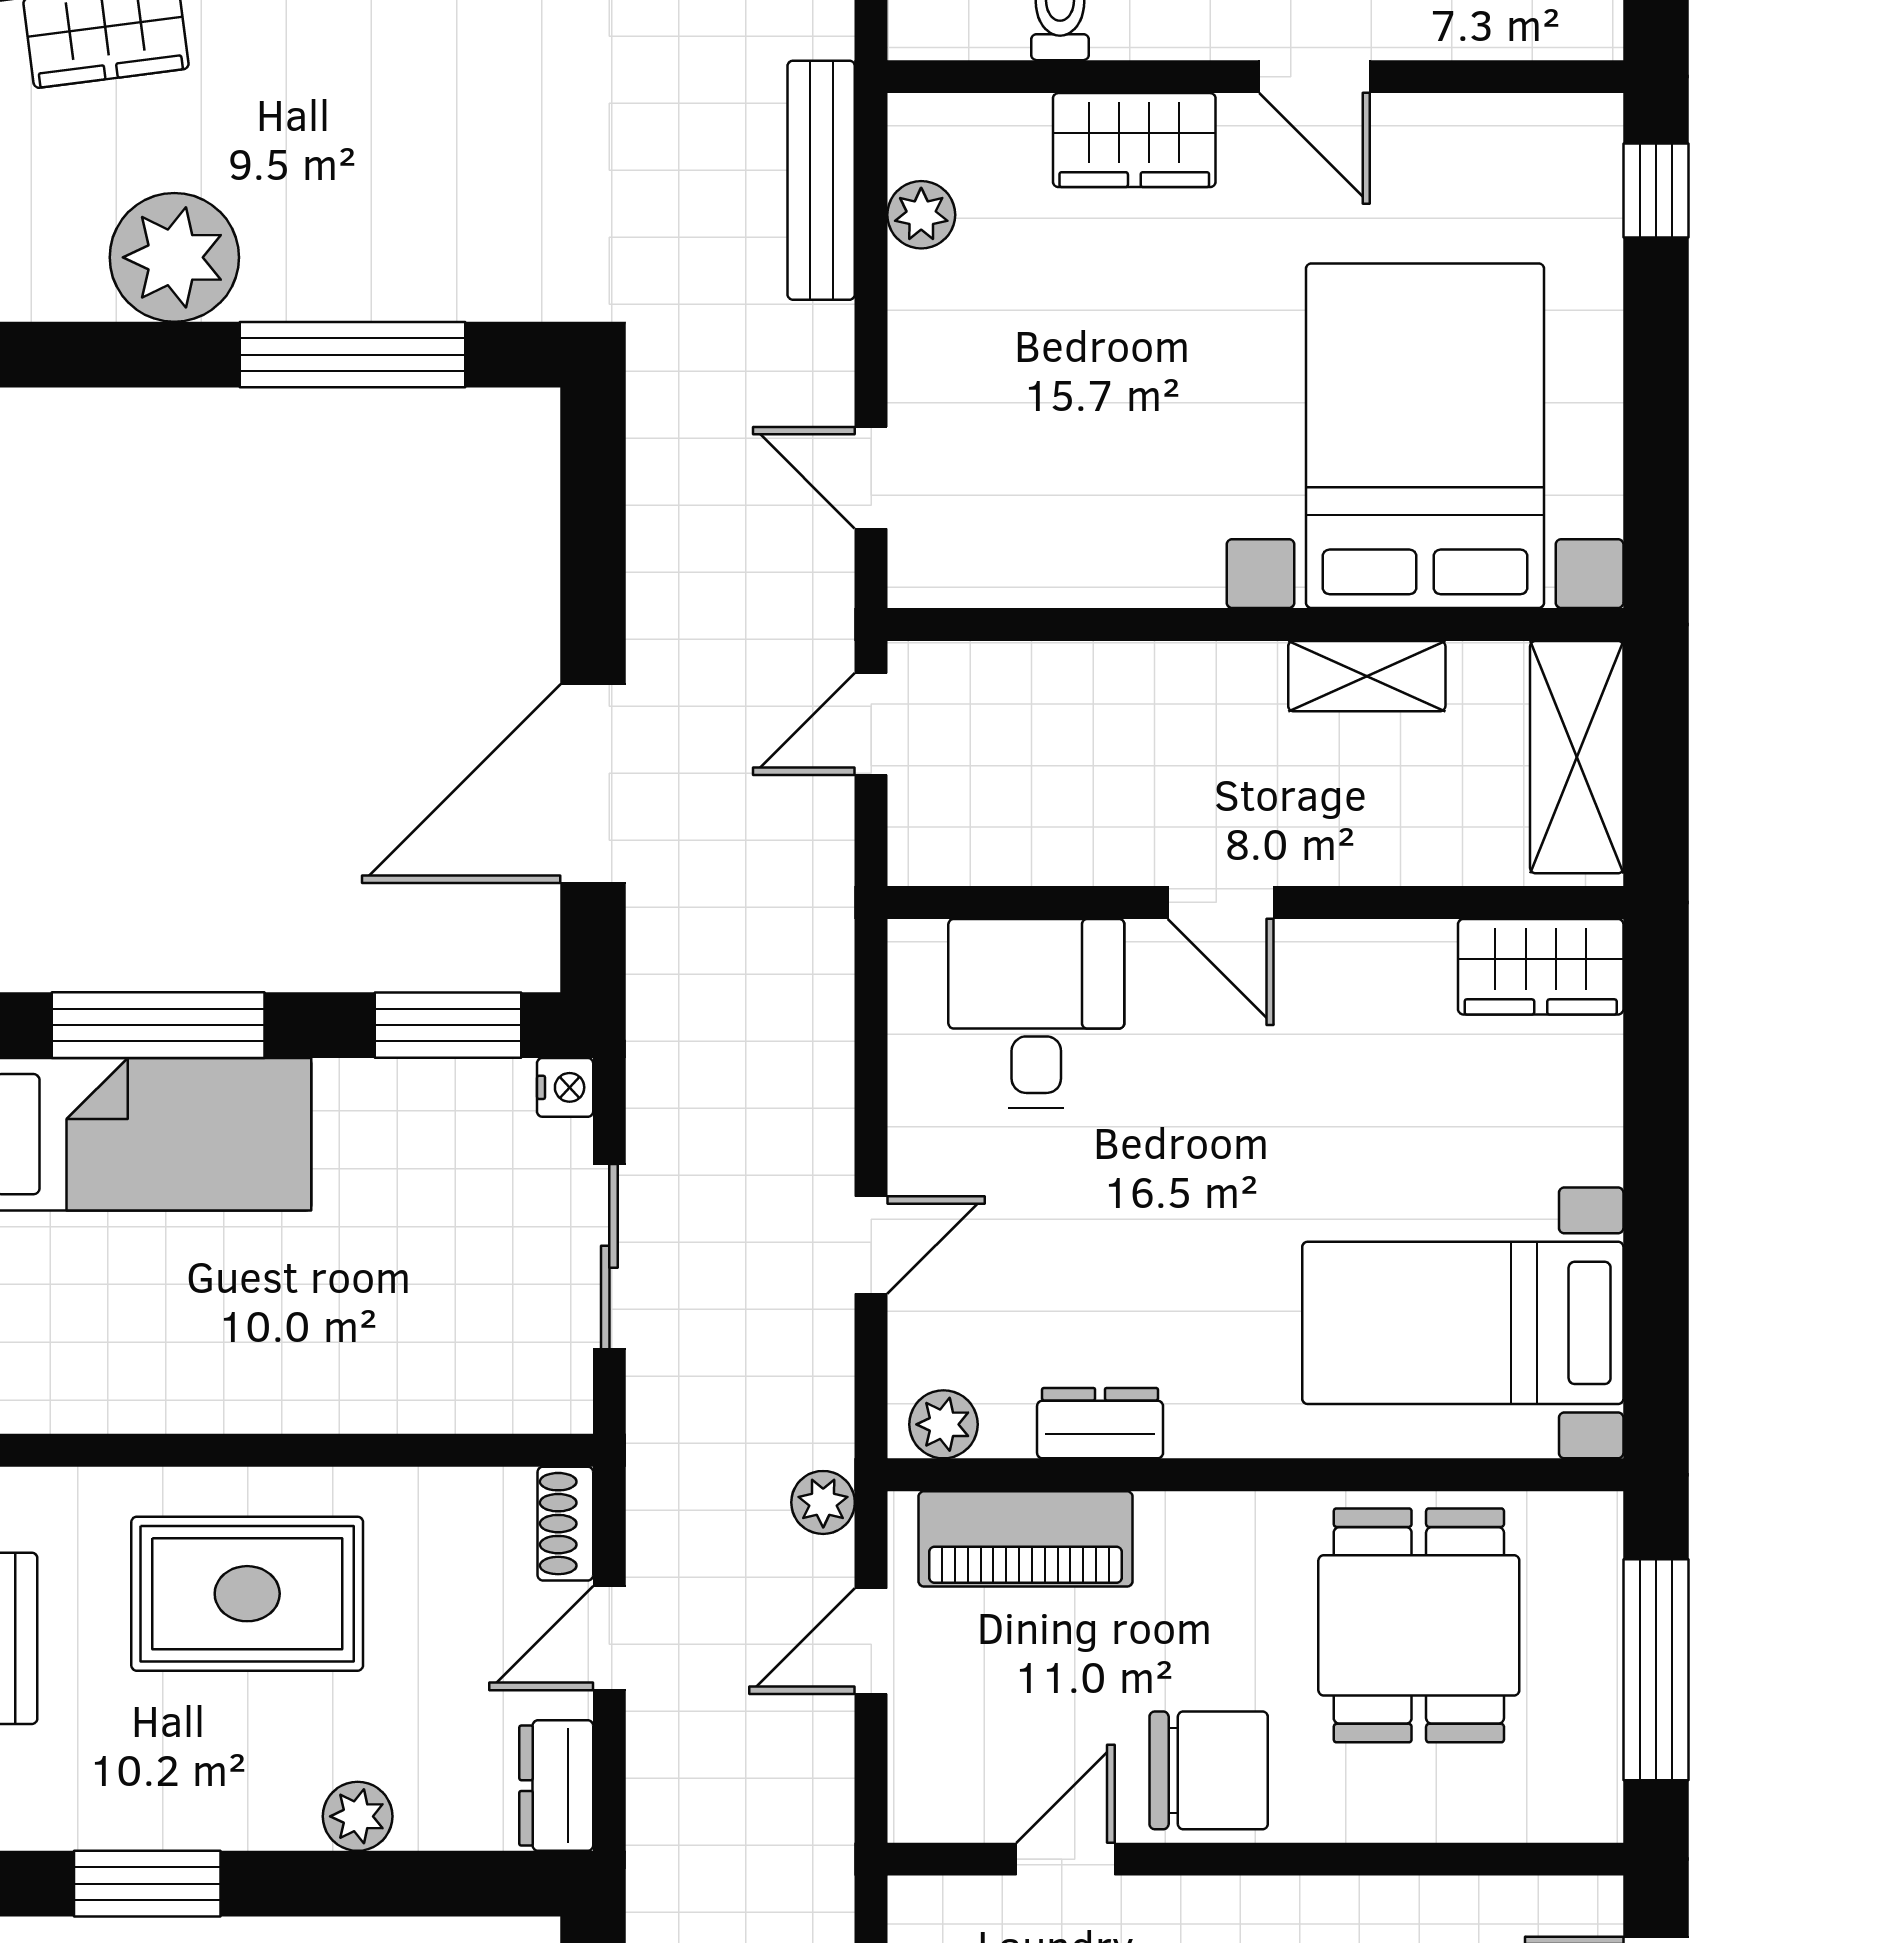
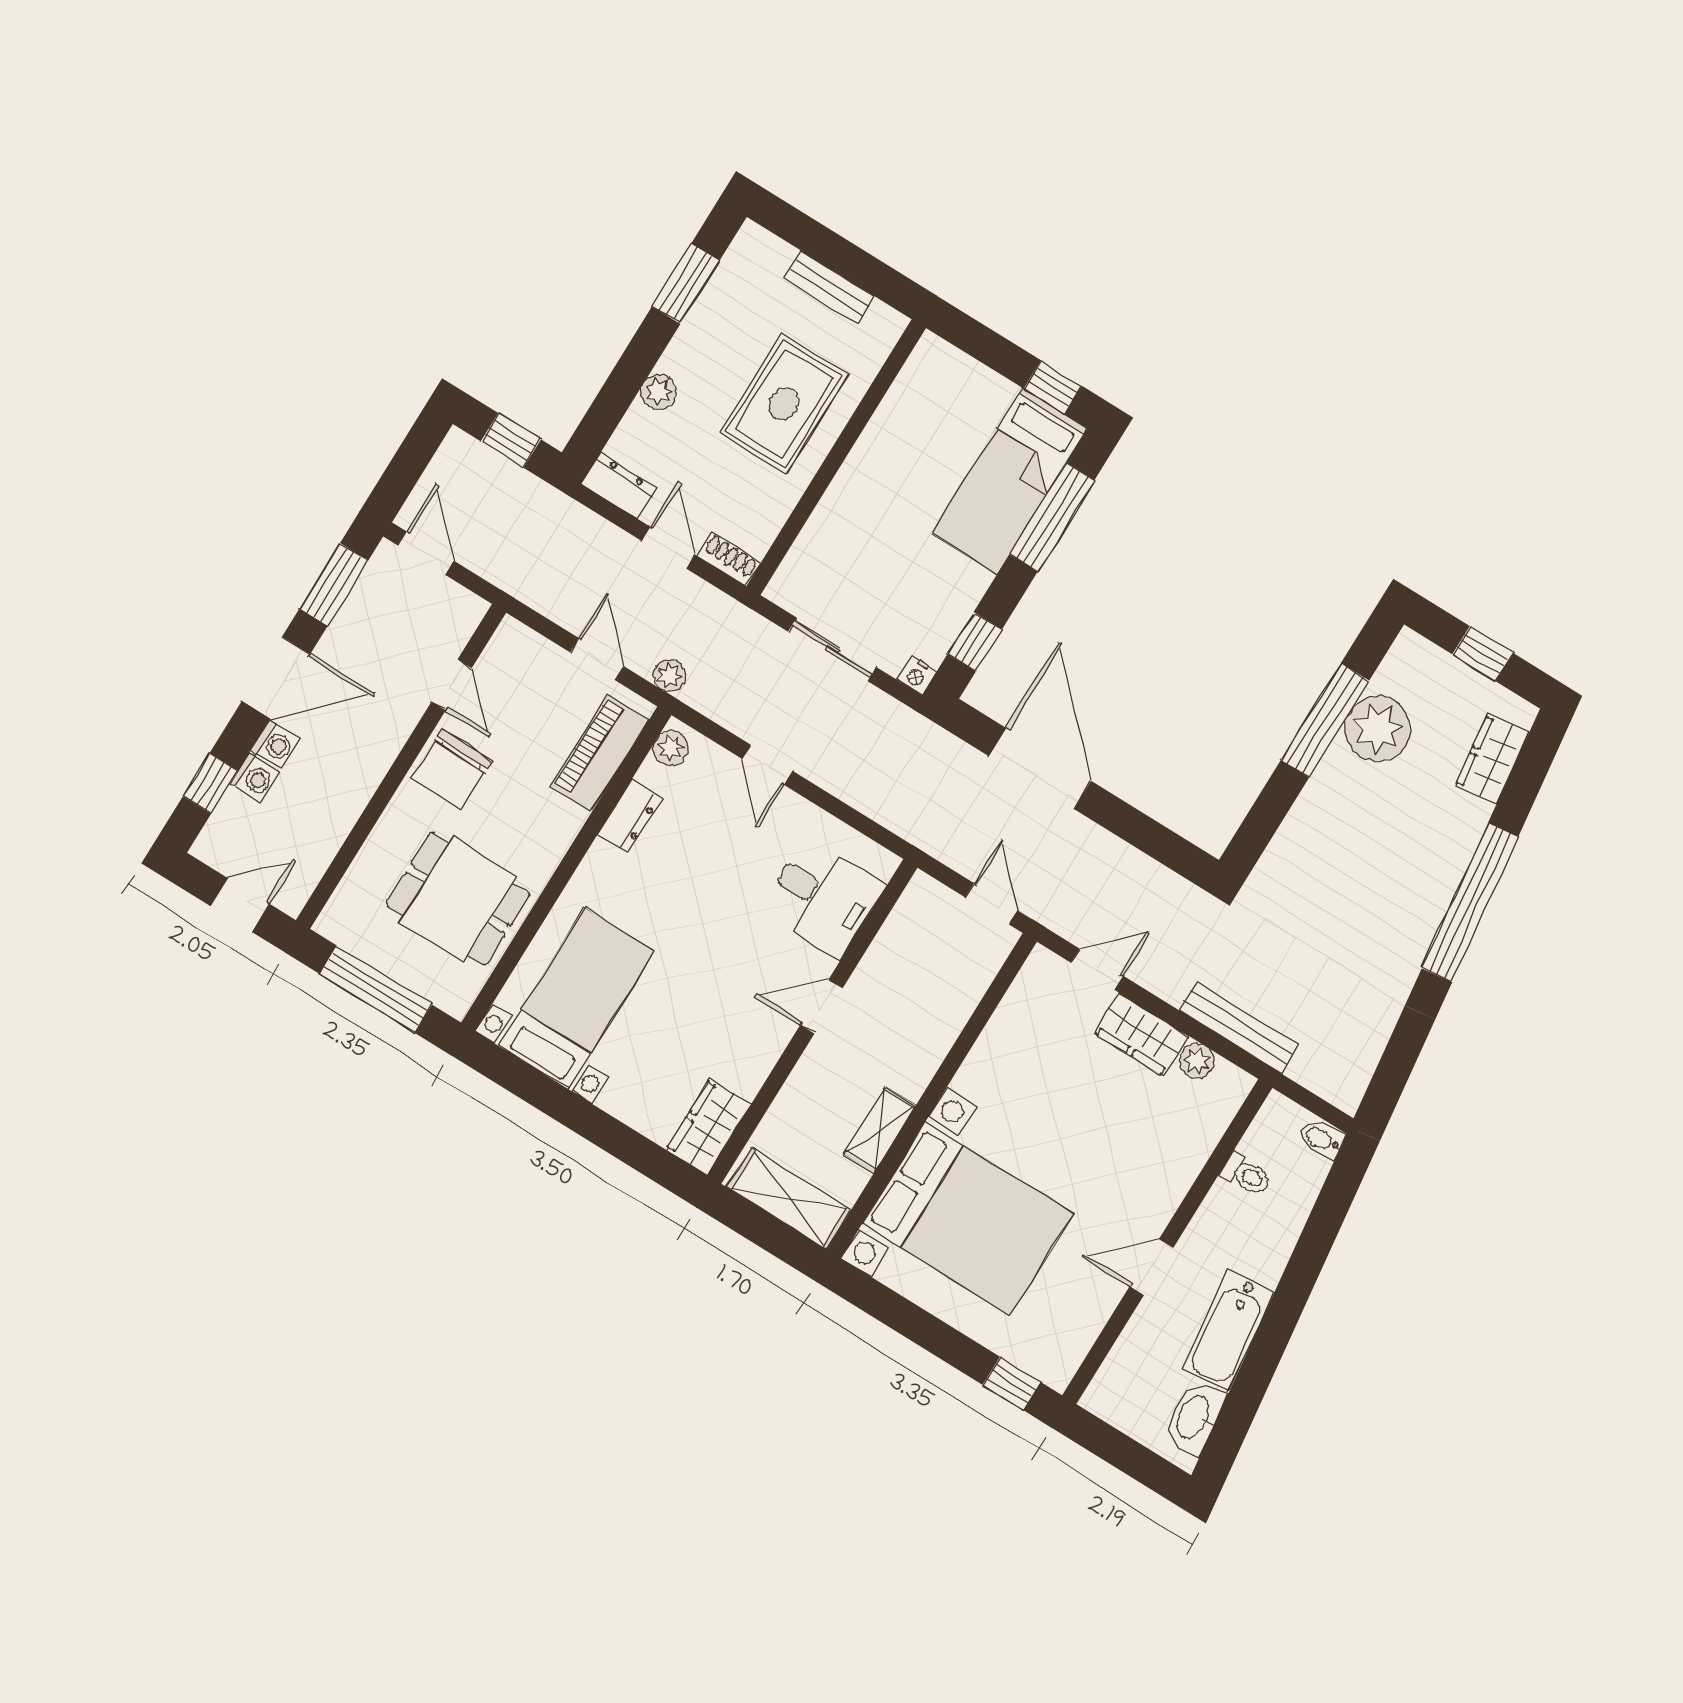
wardrobe: (1134, 140) -> (1141, 1034), moved, turned -90
window: (353, 355) -> (1325, 720), moved
window: (448, 1025) -> (975, 642), width x0.67

